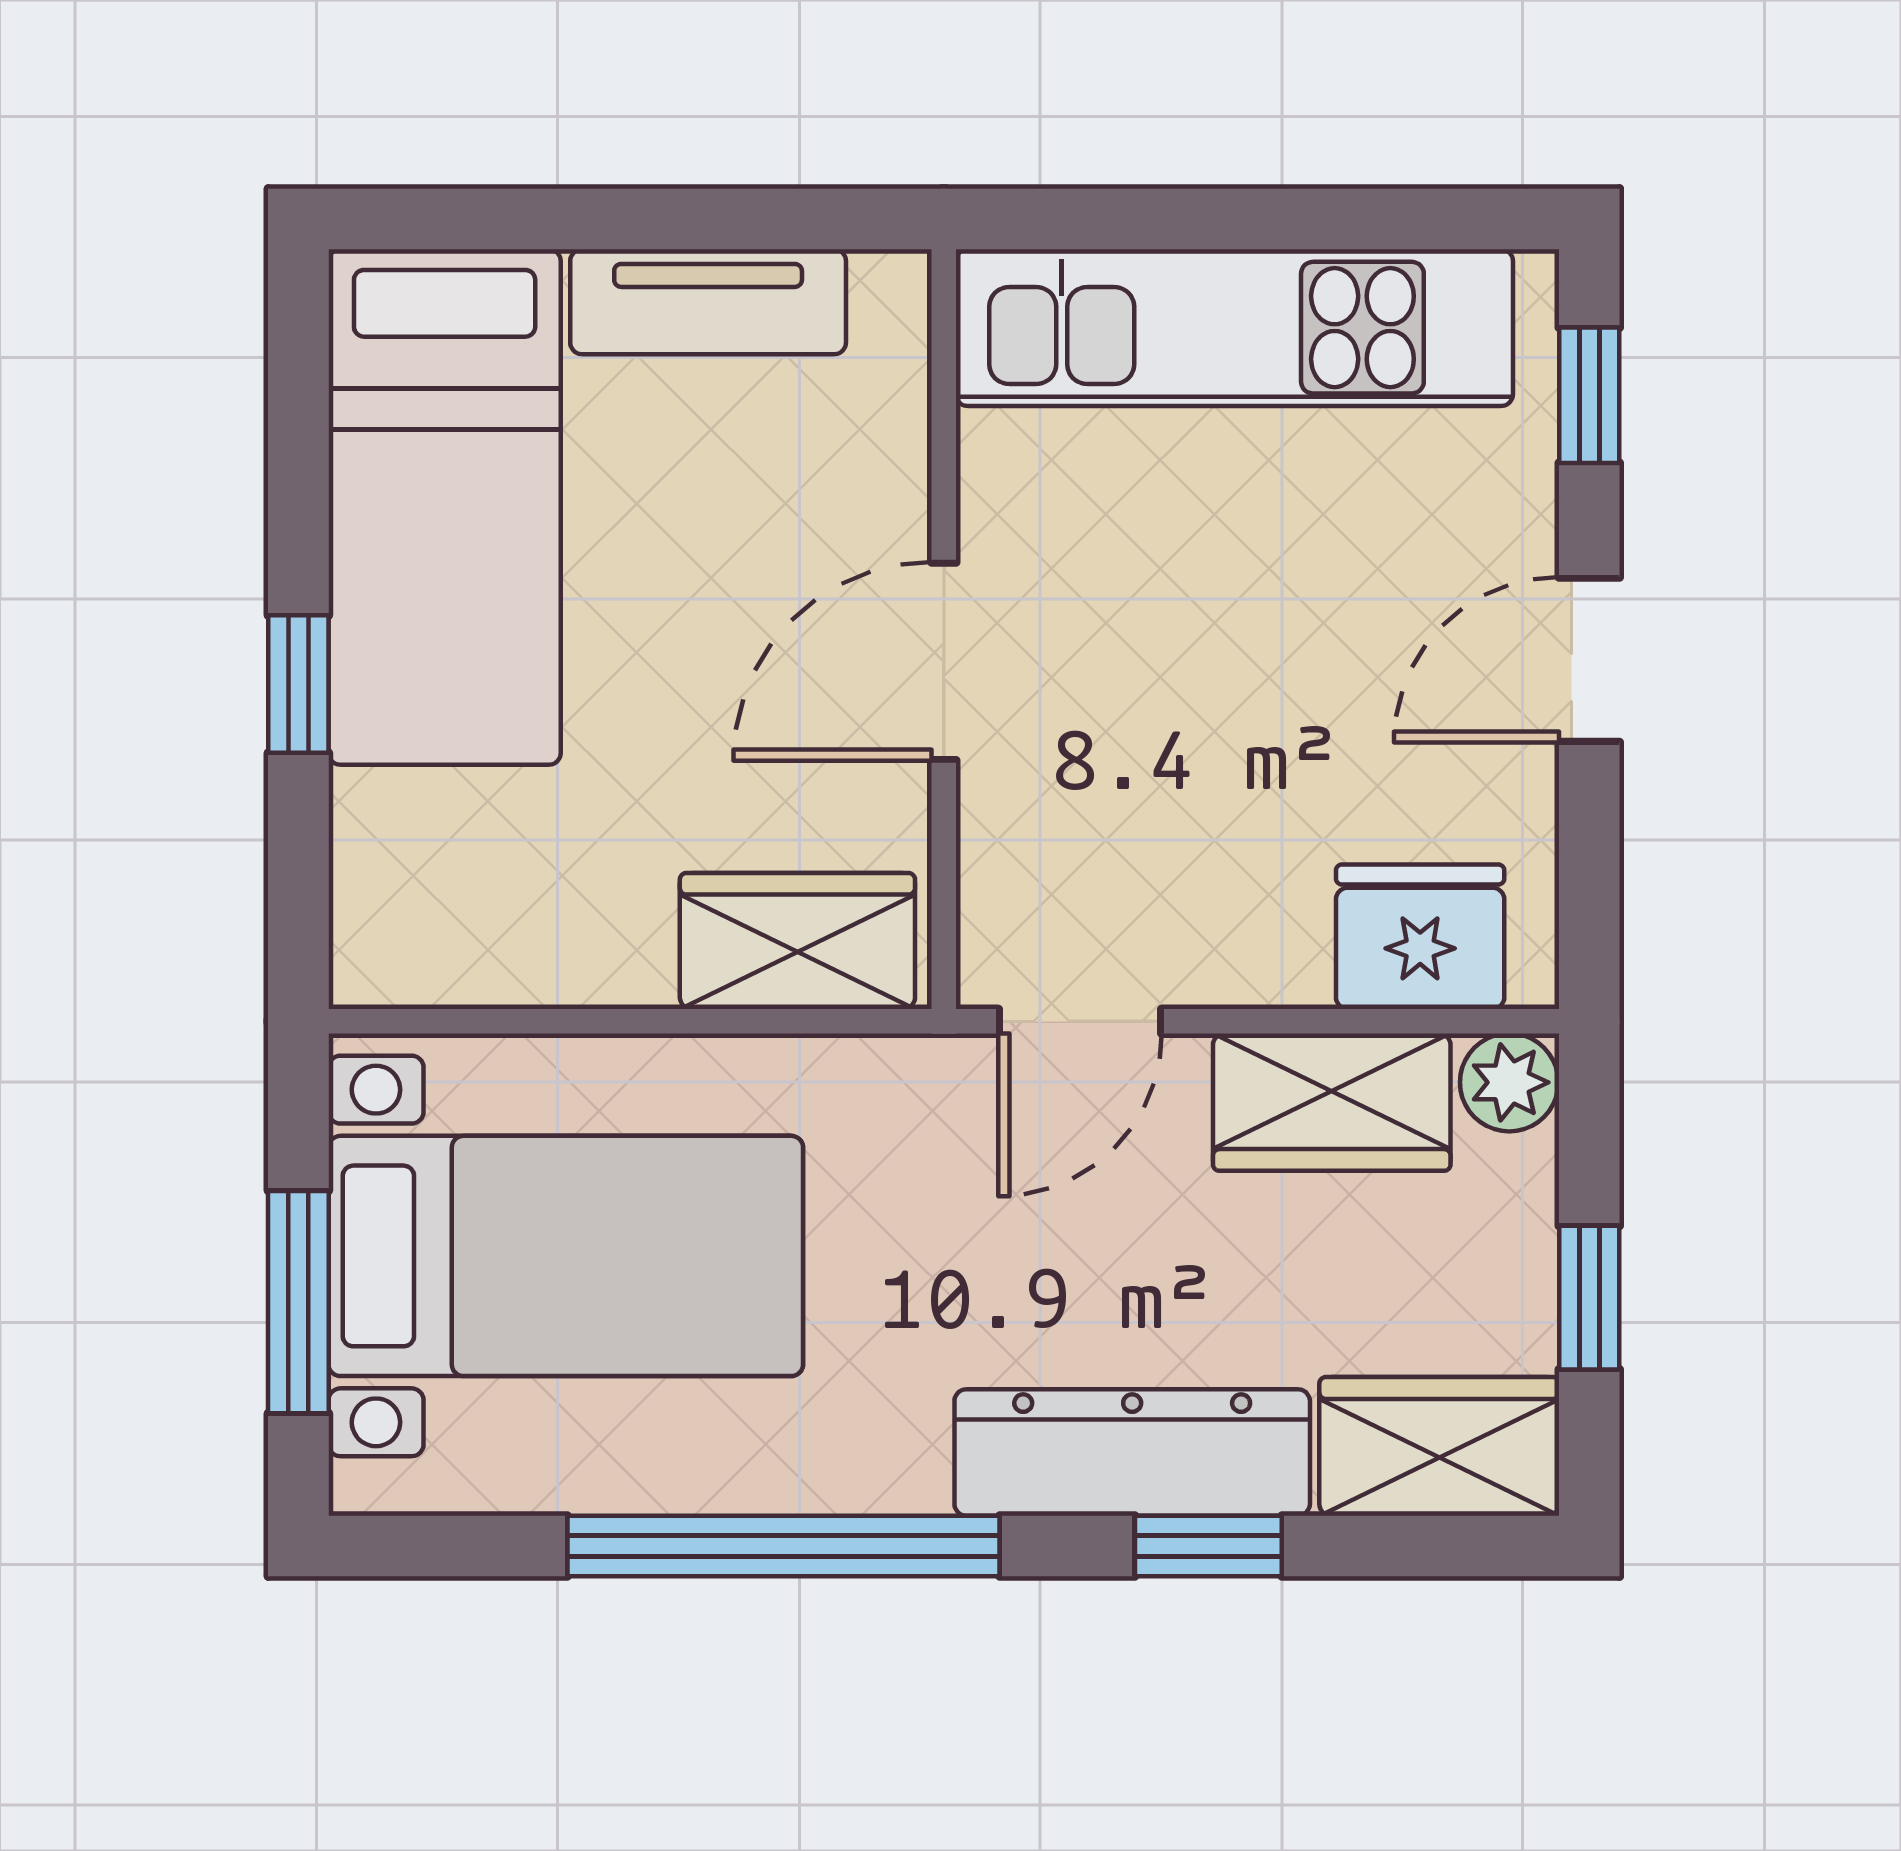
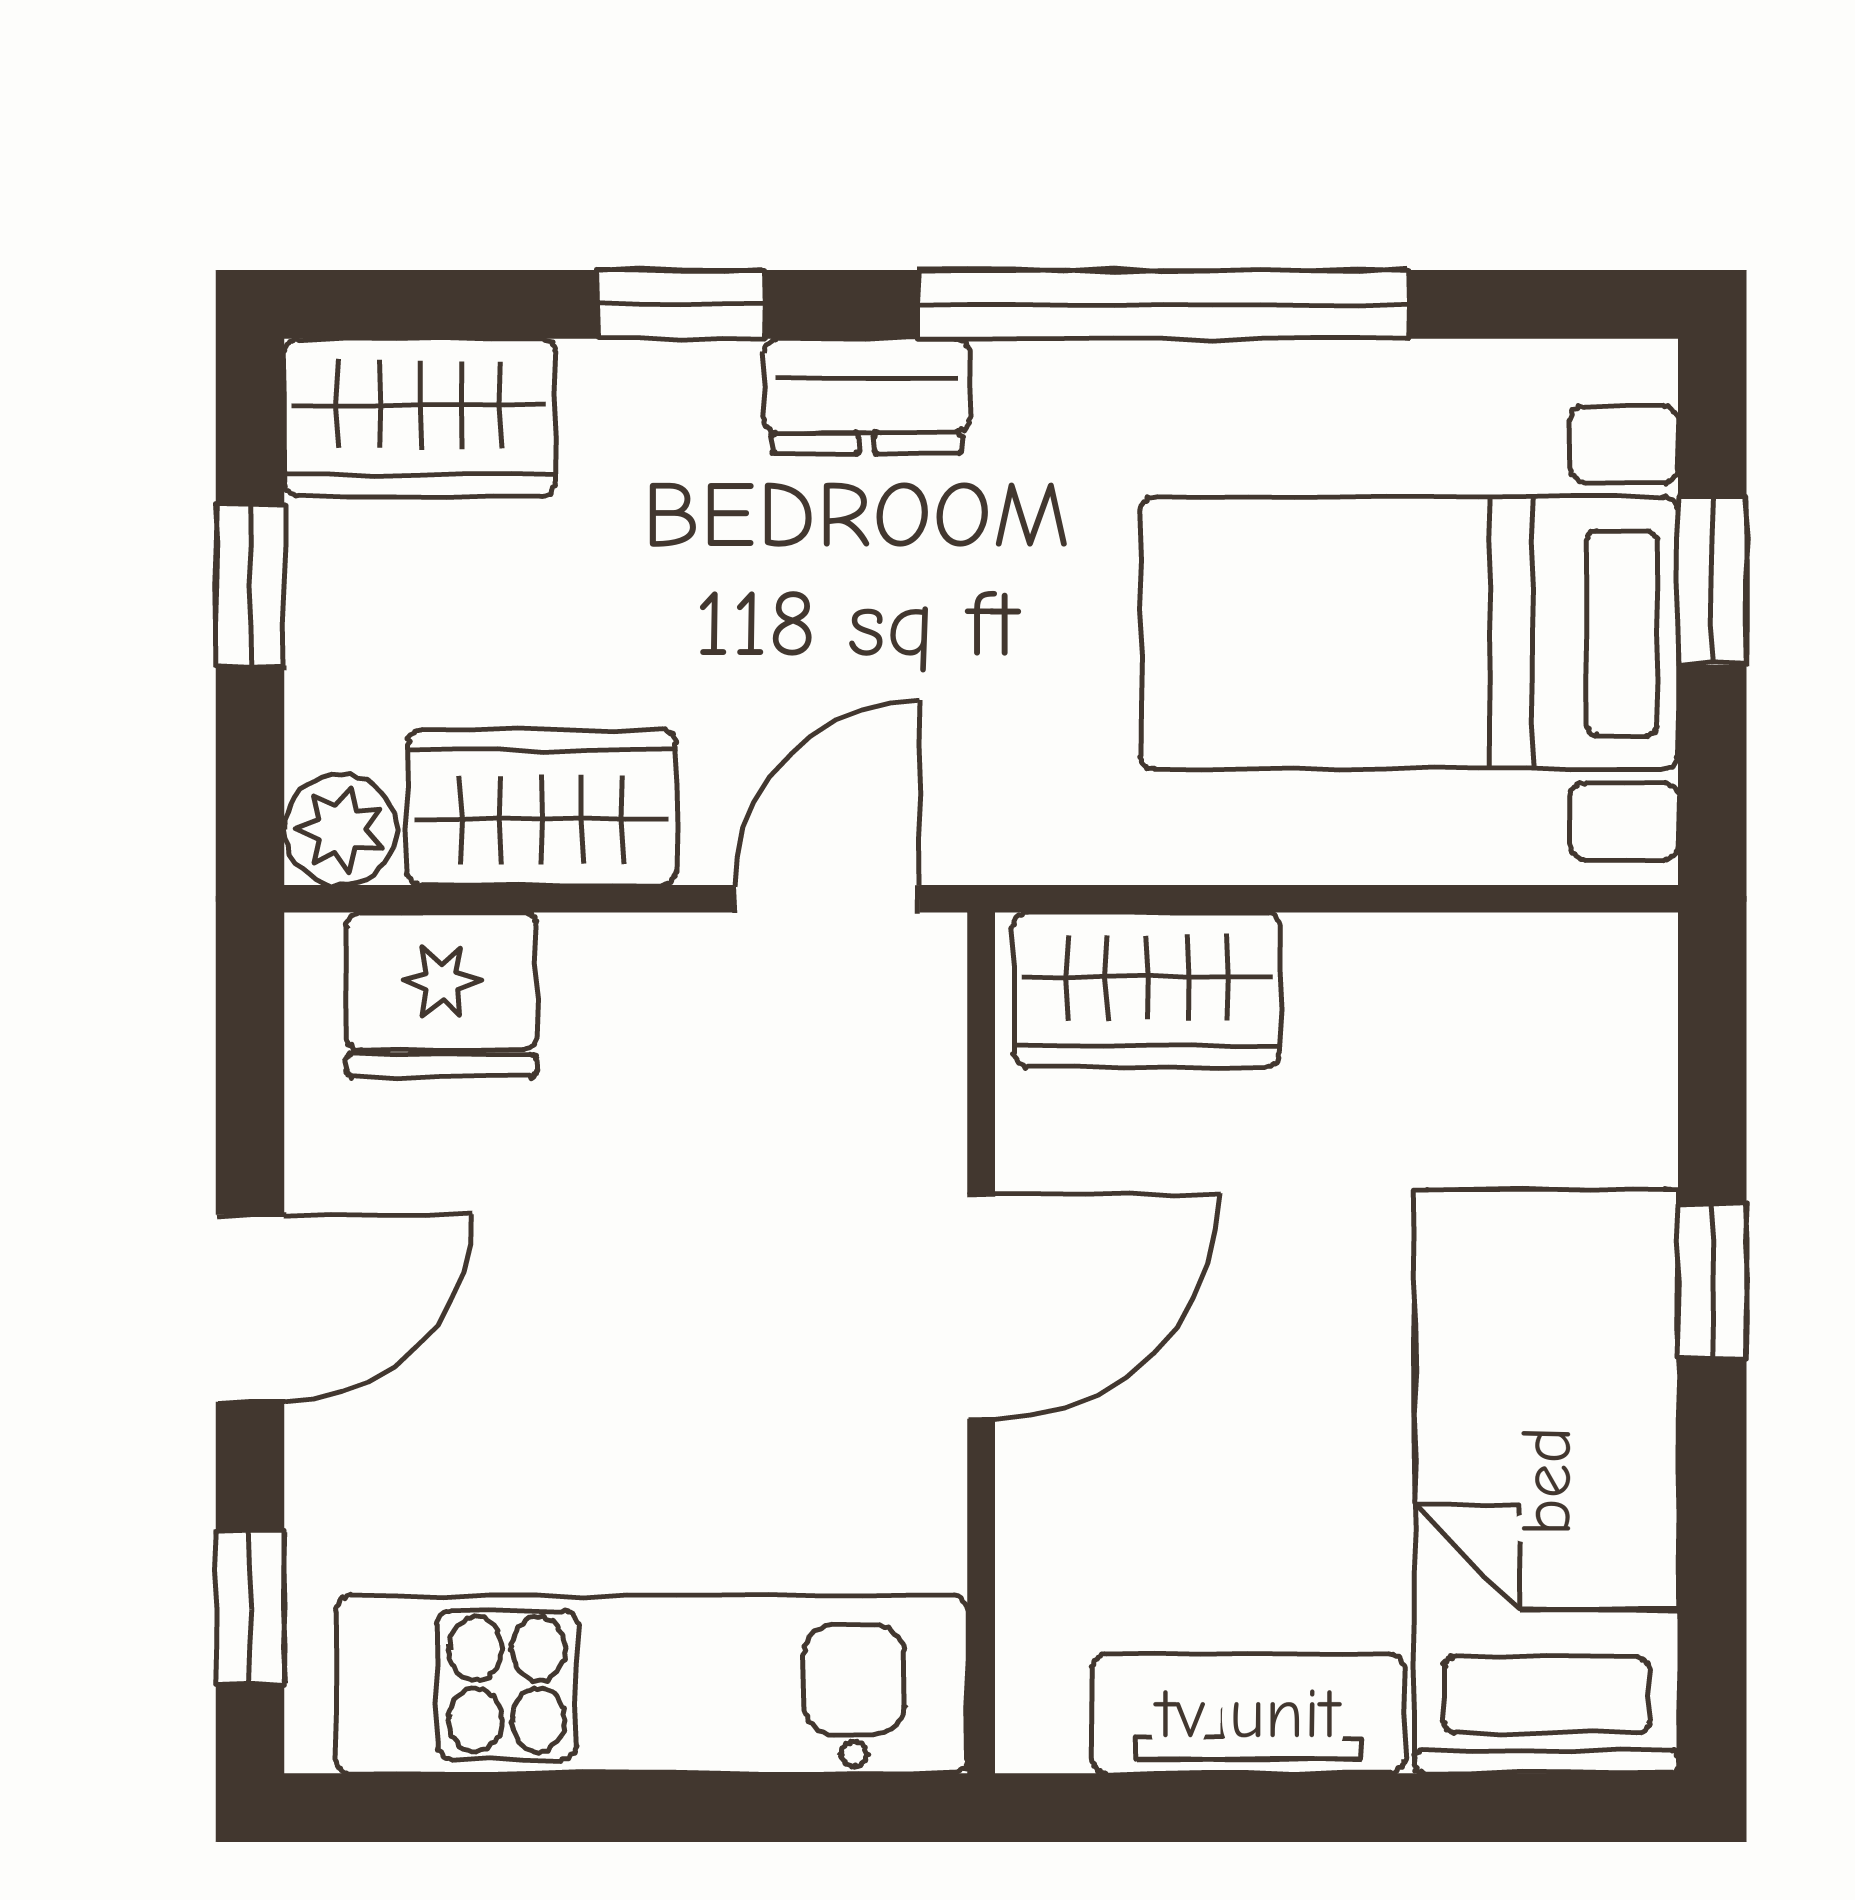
window: (298, 1302) -> (1712, 581), width x0.67
dresser: (1132, 1452) -> (866, 396), width x0.51, depth x0.80

